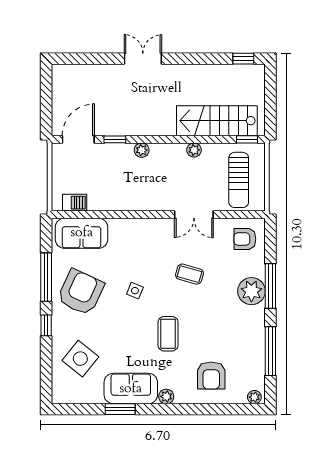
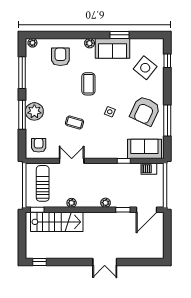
window: (113, 215) -> (124, 161), added
armchair: (245, 239) -> (39, 145), turned -90
window: (46, 325) -> (167, 61), moved

